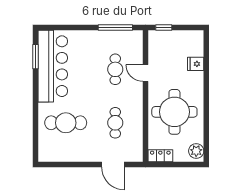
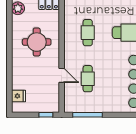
fridge: (196, 64) -> (18, 96), moved
round table: (174, 112) -> (37, 42), width x0.73, depth x0.73

